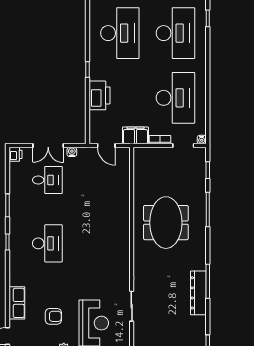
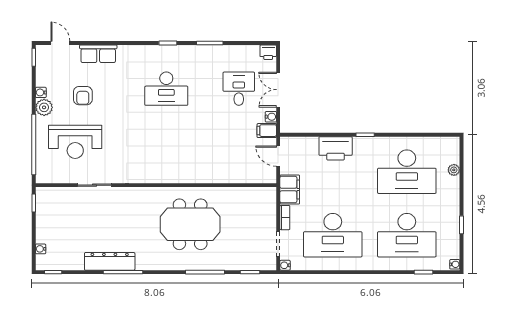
door: (106, 146) -> (278, 156), hinge flipped
filing cabinet: (84, 156) -> (267, 131), added
desk: (47, 180) -> (239, 89), turned 180

